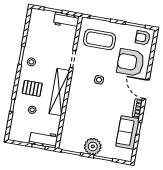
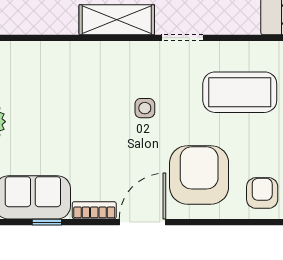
coffee table: (99, 39) -> (240, 92), turned 90
shelving: (59, 92) -> (117, 20), width x0.68

